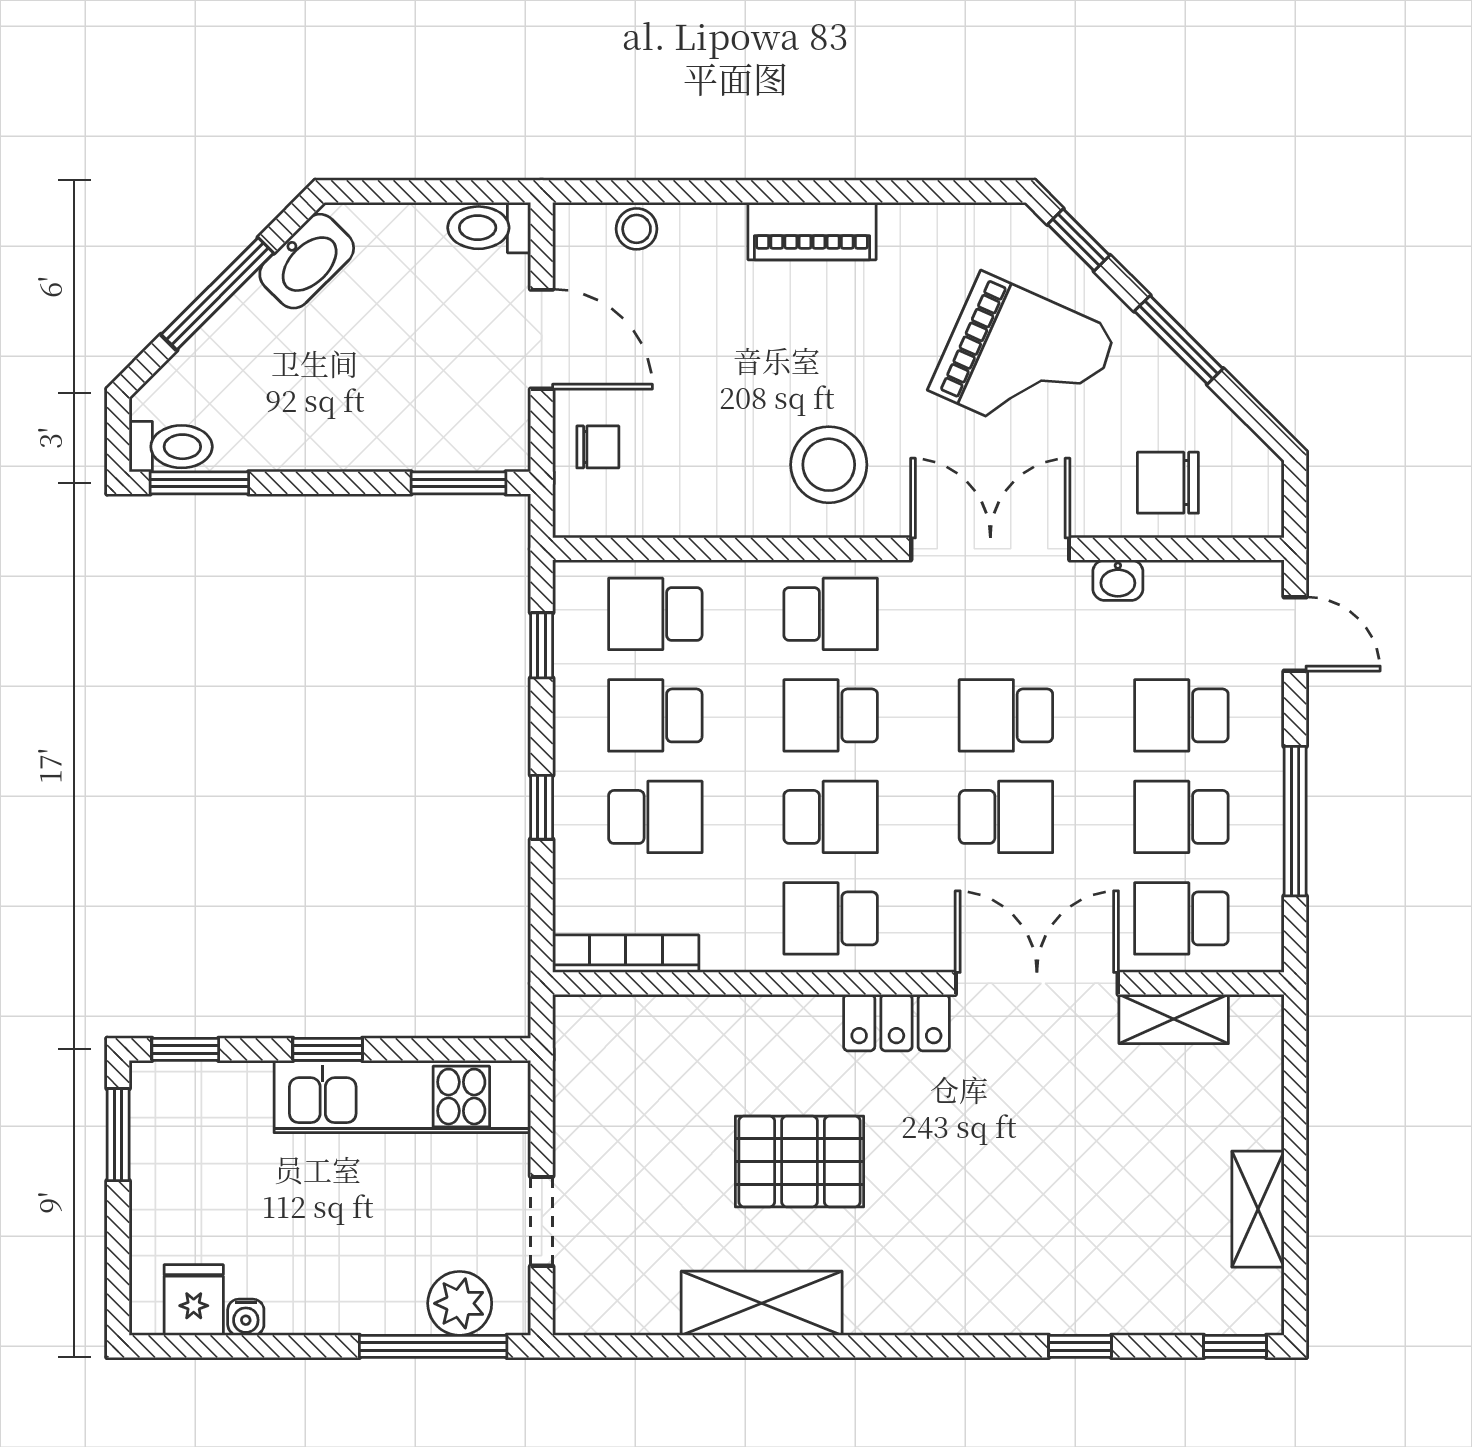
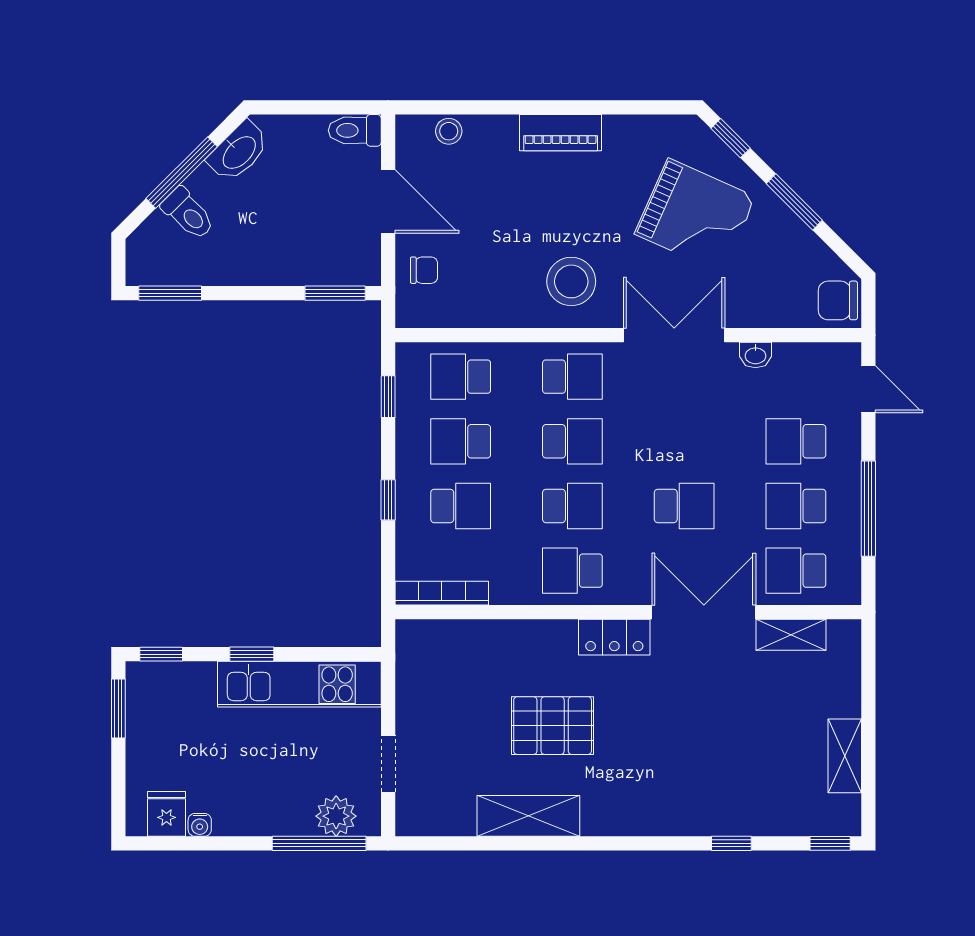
toilet: (171, 447) -> (188, 214), moved, turned 45
chair: (1168, 483) -> (838, 300), moved
school desk: (831, 715) -> (572, 441), turned 180
school desk: (1006, 715) -> (684, 441), removed

